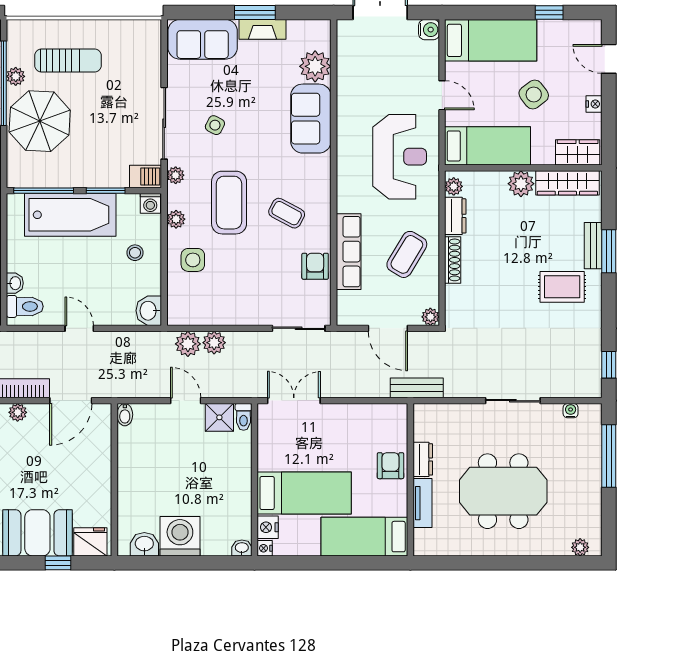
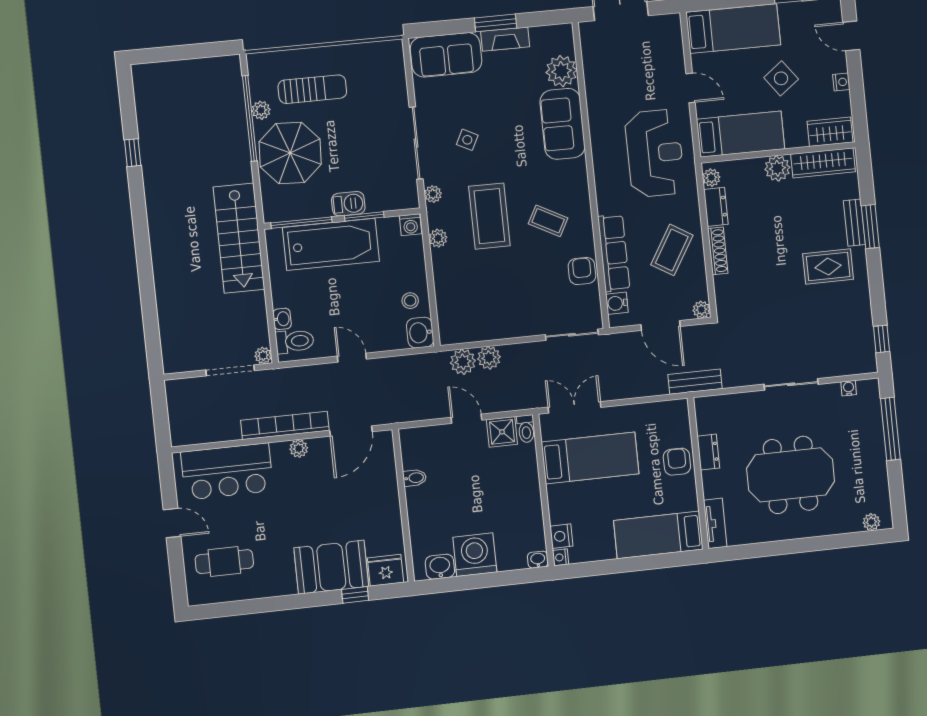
water cooler: (429, 30) -> (617, 303), moved, turned 180
barbecue: (145, 176) -> (348, 204), moved
stool: (135, 253) -> (410, 301), moved
side table: (193, 260) -> (459, 277), removed
bidet: (125, 415) -> (415, 478), moved, turned -90
bed: (304, 493) -> (590, 458), moved
tv unit: (423, 503) -> (715, 523), moved

